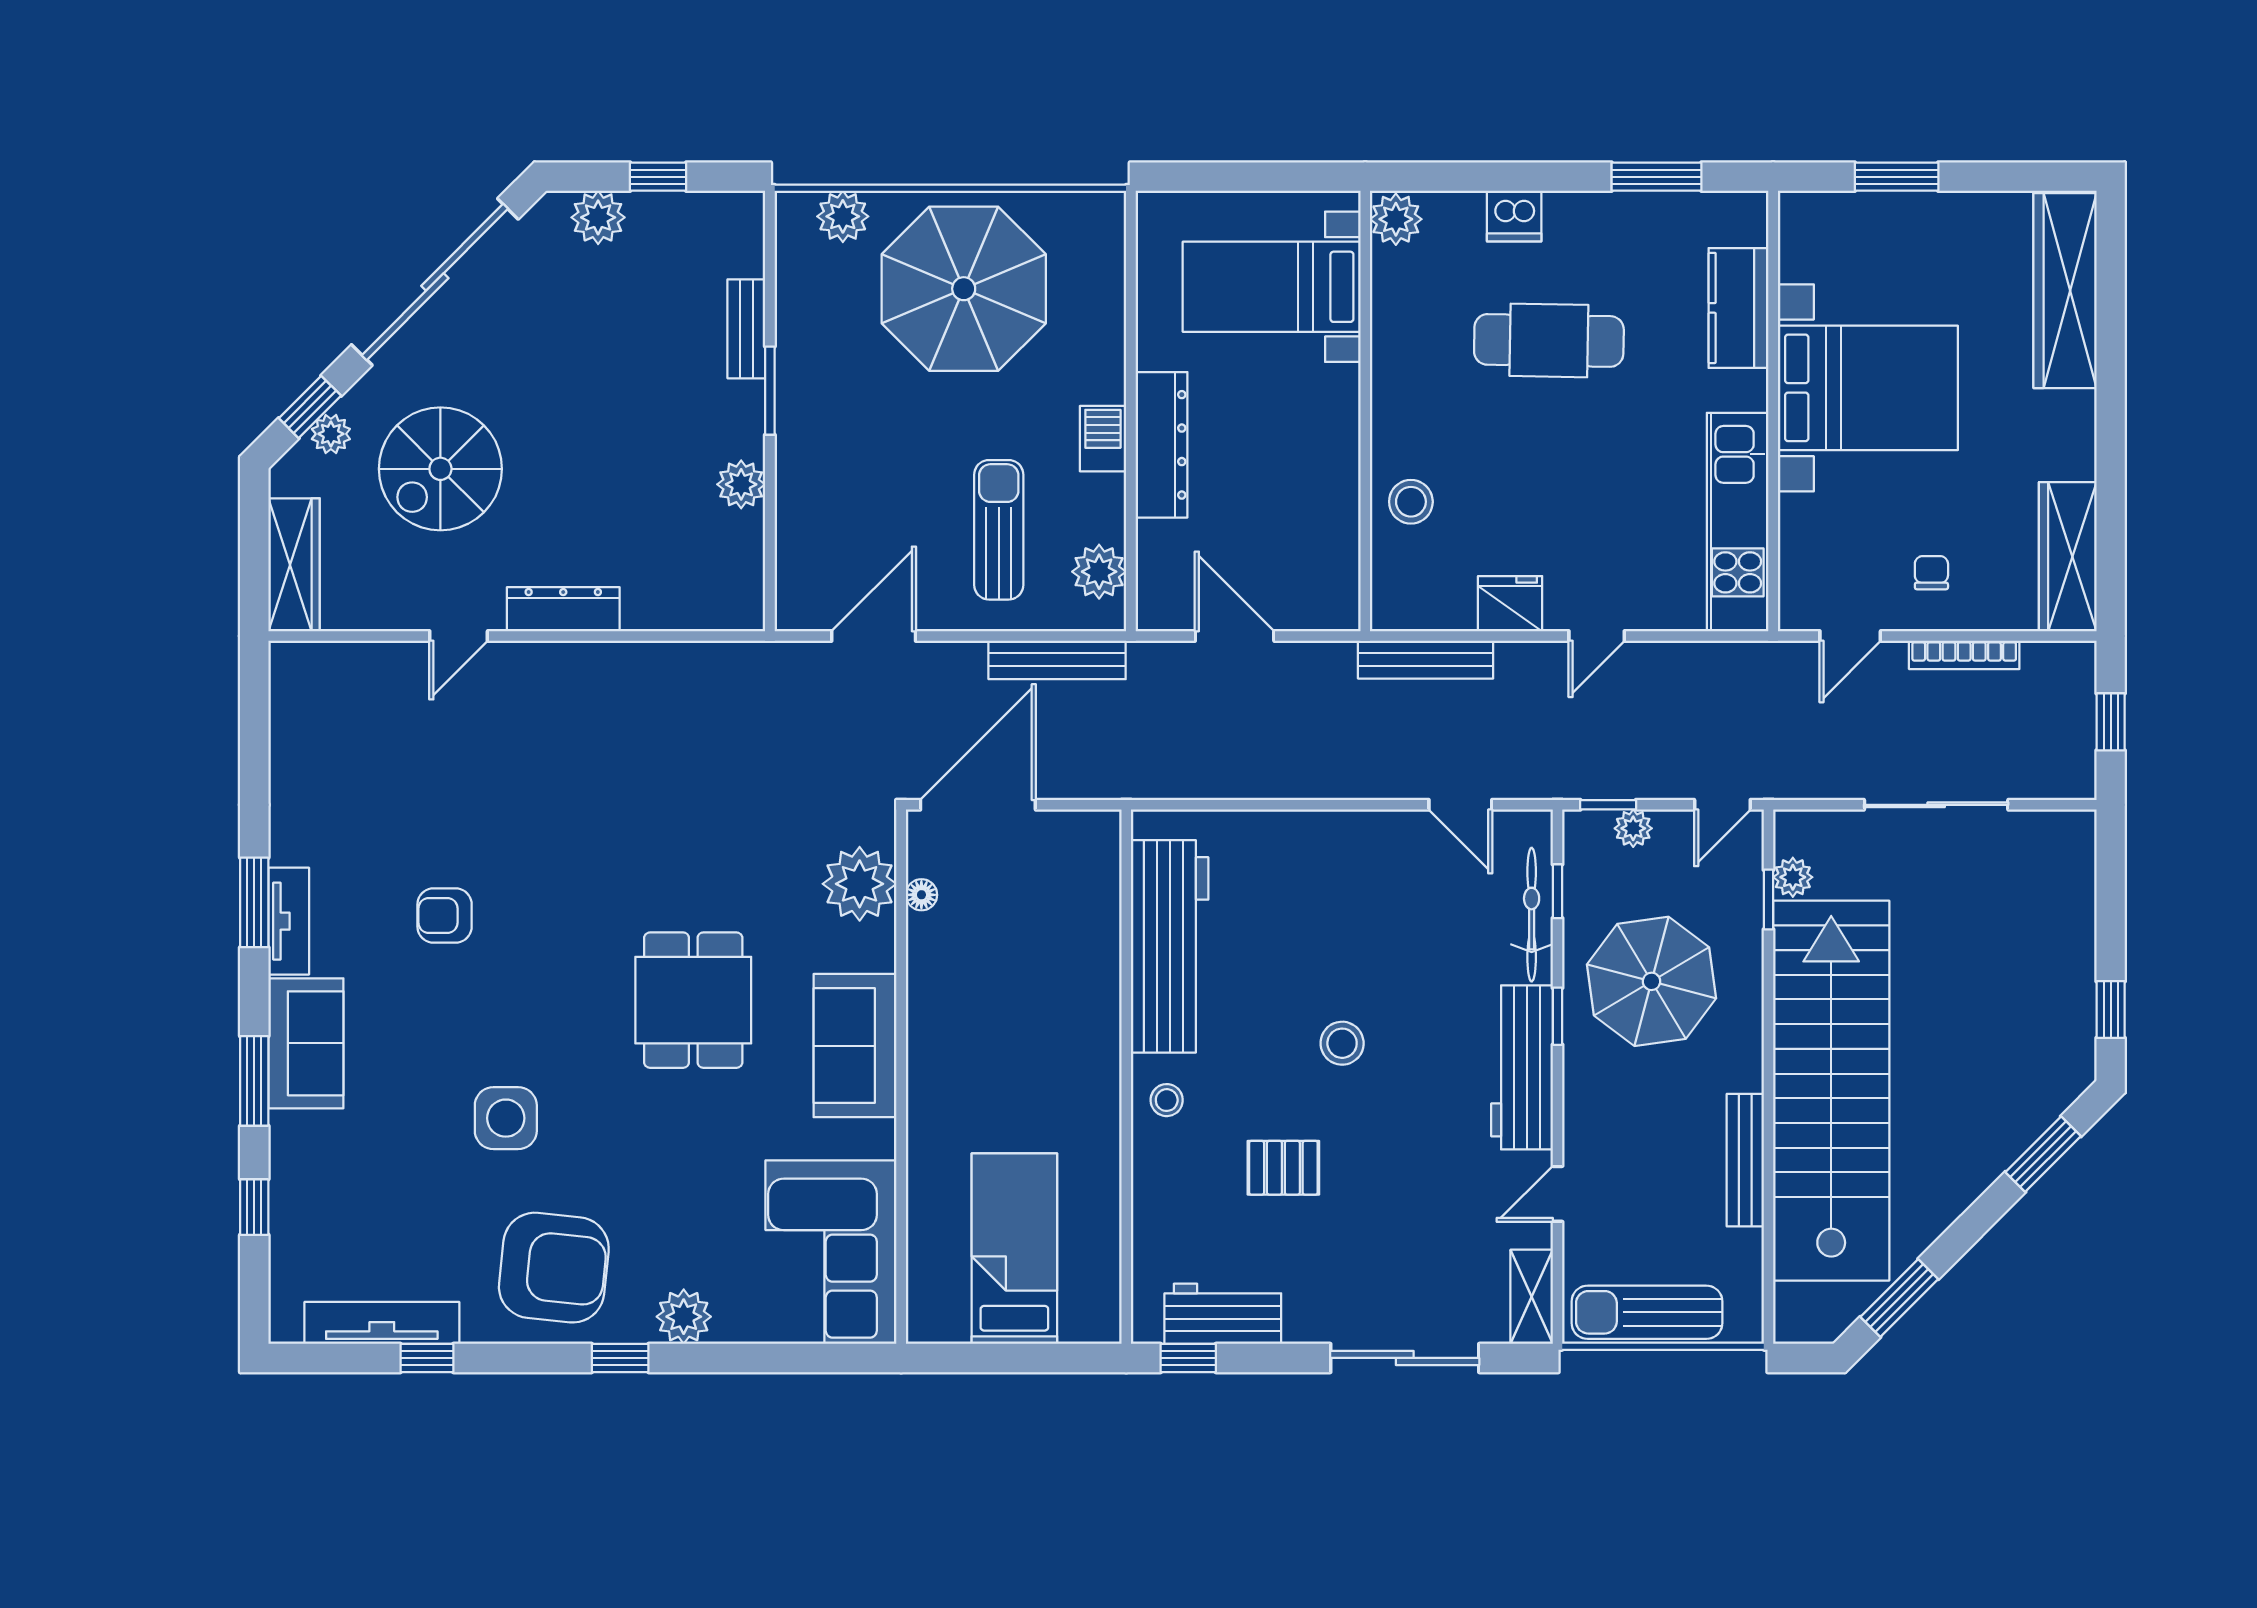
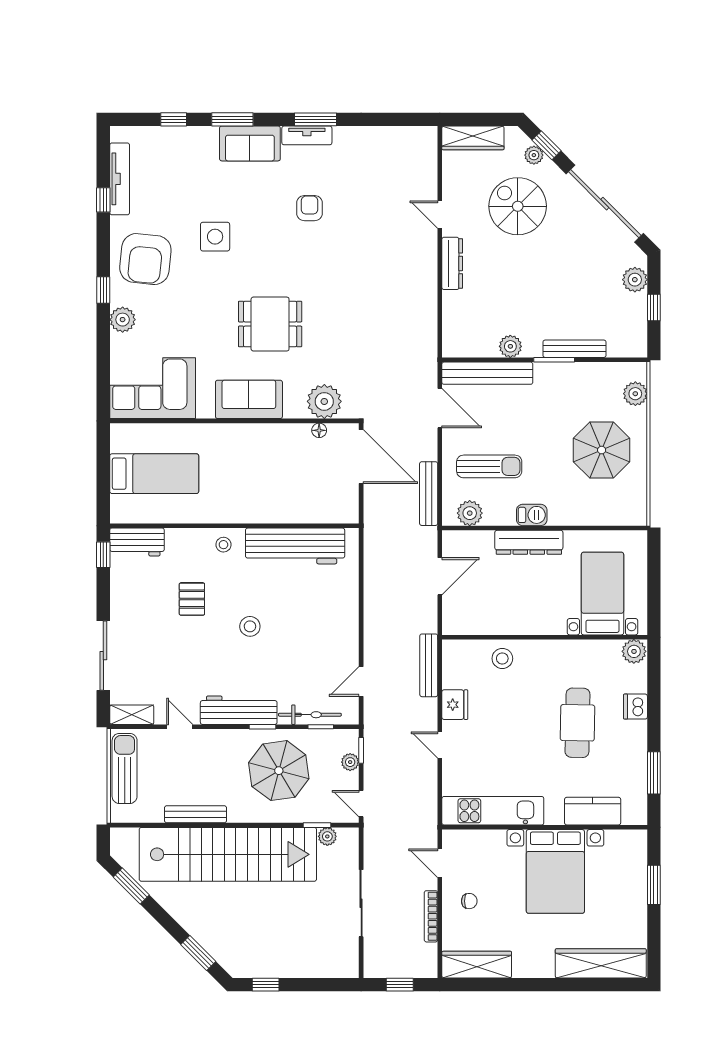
parasol: (964, 289) -> (602, 450), width x0.73, depth x0.73
bench: (746, 329) -> (574, 349), width x1.36
bench: (799, 534) -> (487, 373), added
workbench: (1223, 1314) -> (137, 542), moved, turned 90

